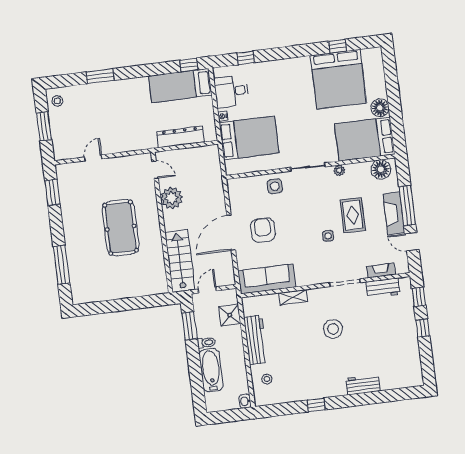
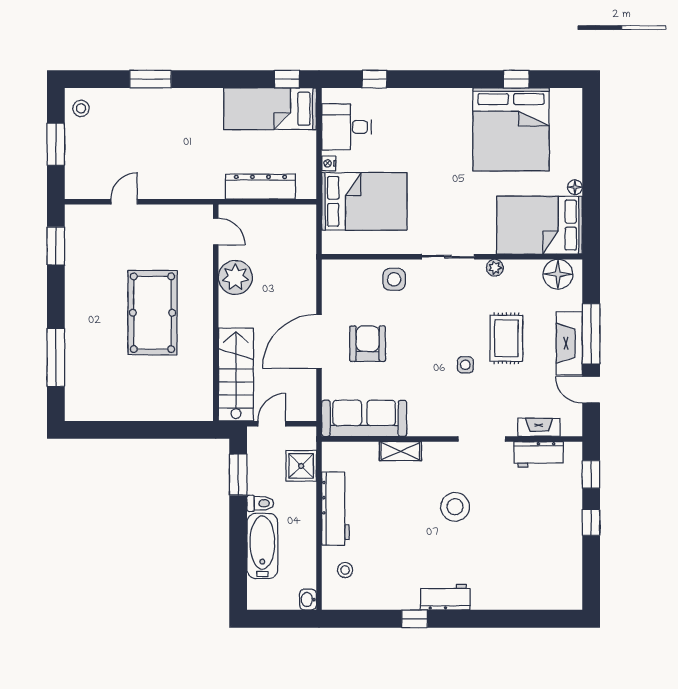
floor lamp: (380, 108) -> (575, 187), width x0.53, depth x0.53
workbench: (363, 385) -> (445, 597), moved

